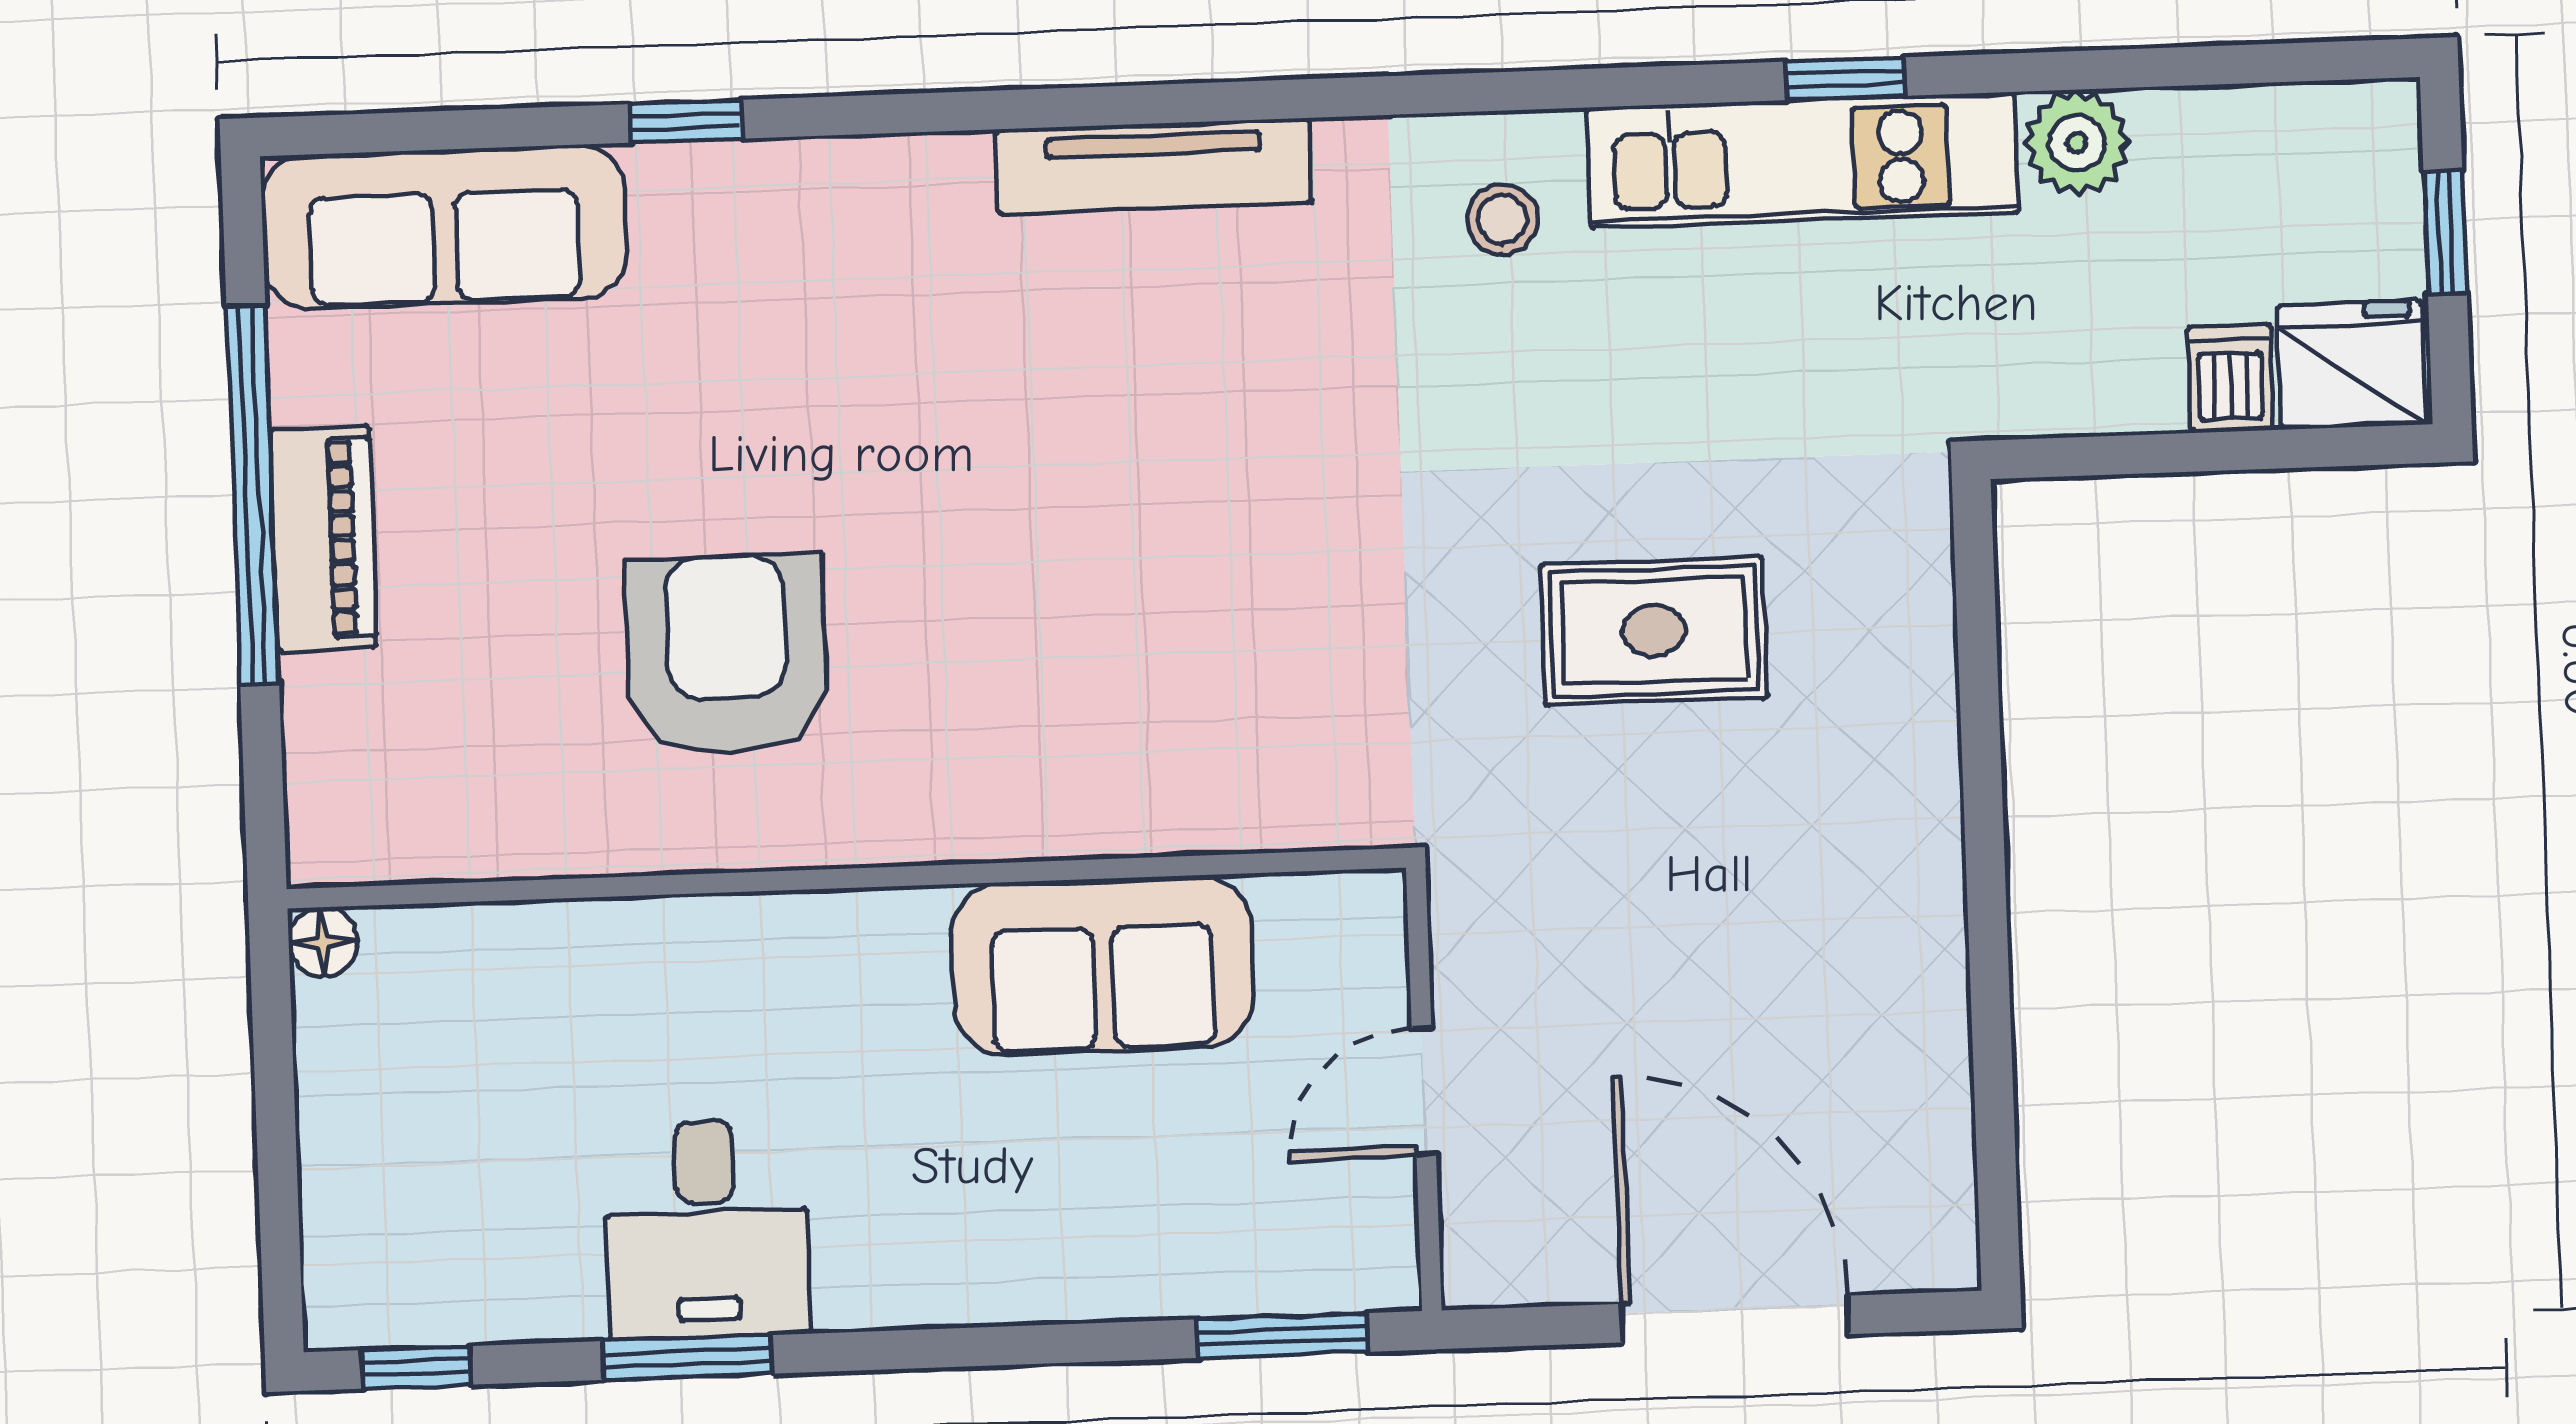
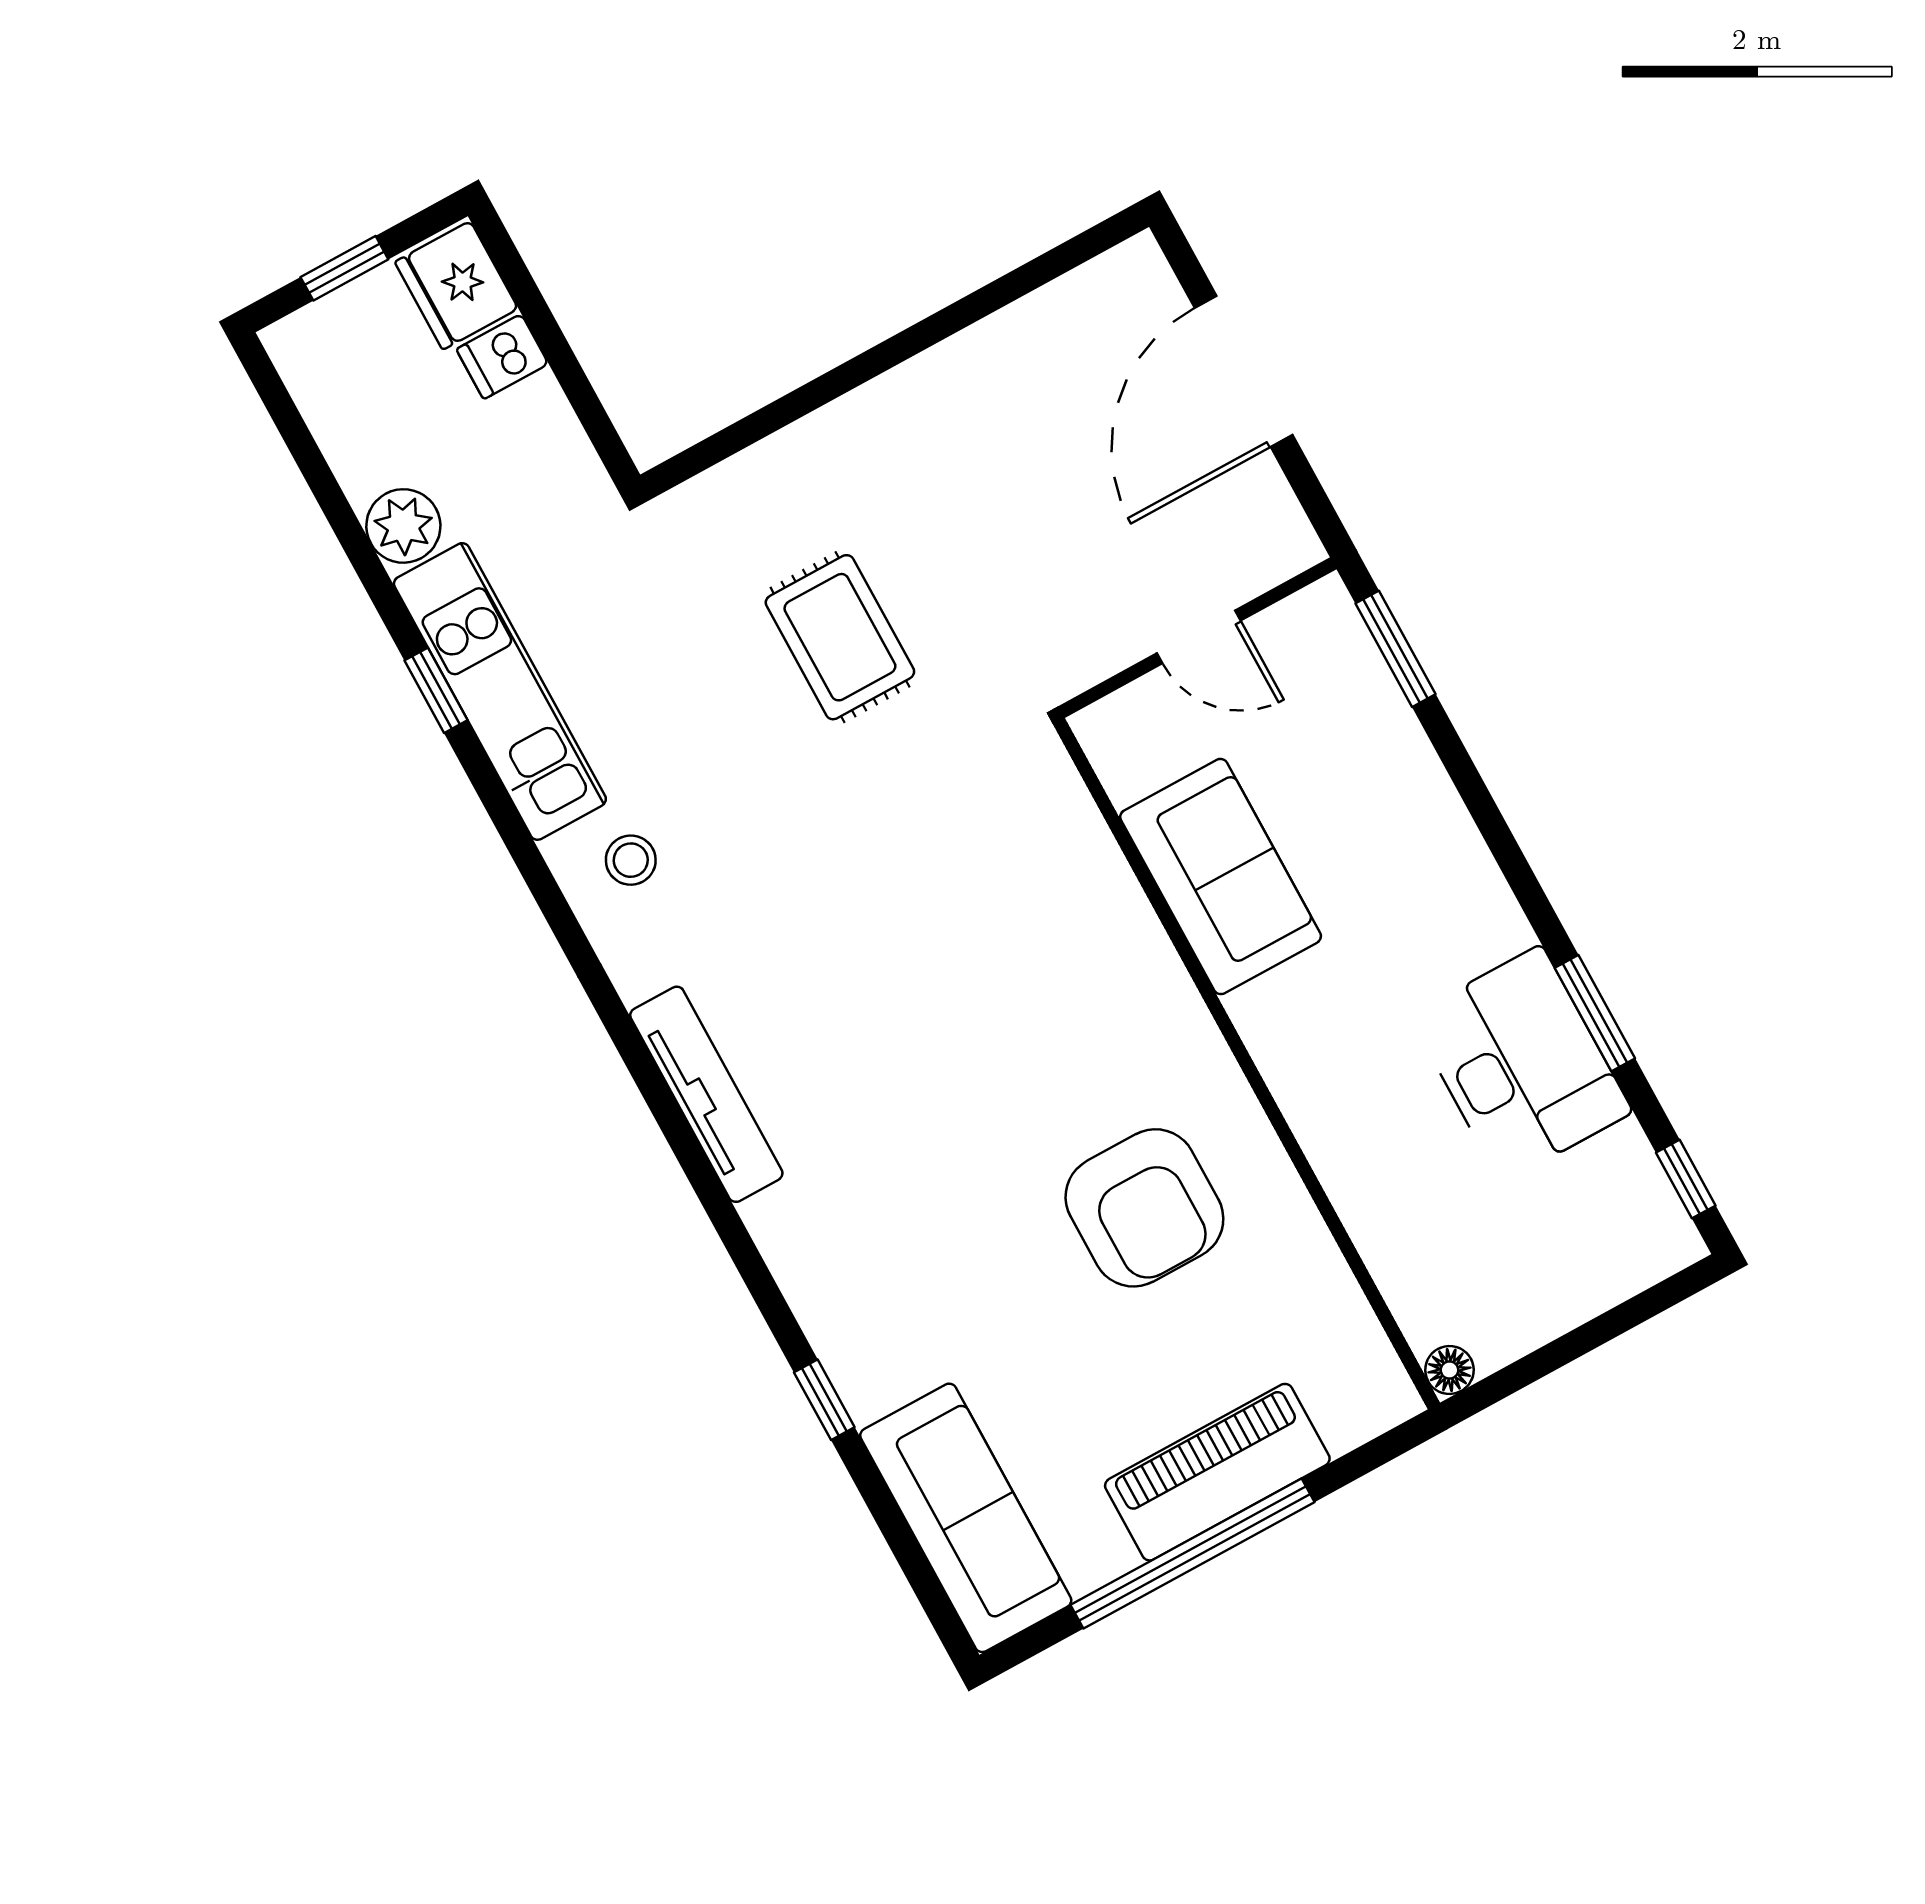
piano: (323, 539) -> (1217, 1472), width x1.37, depth x1.33
armchair: (727, 655) -> (1144, 1208), turned -90
desk: (707, 1229) -> (1521, 1064), width x1.37

